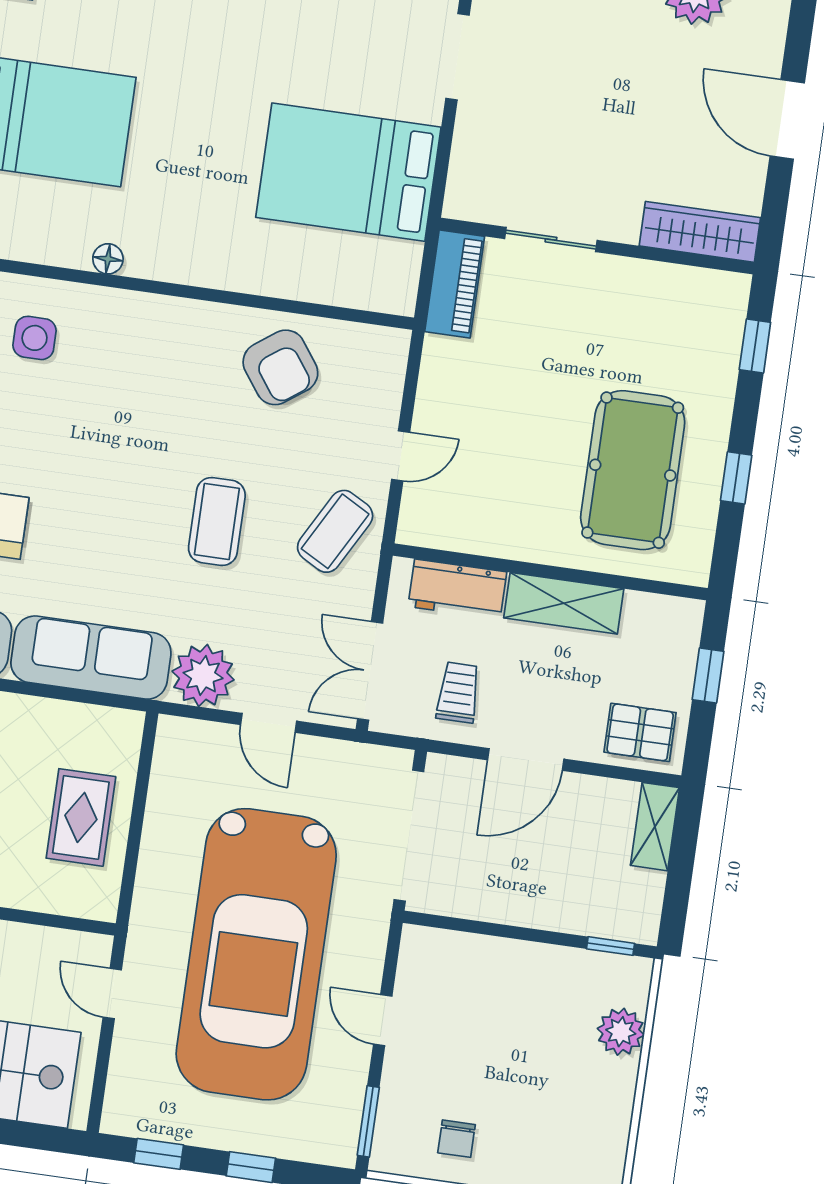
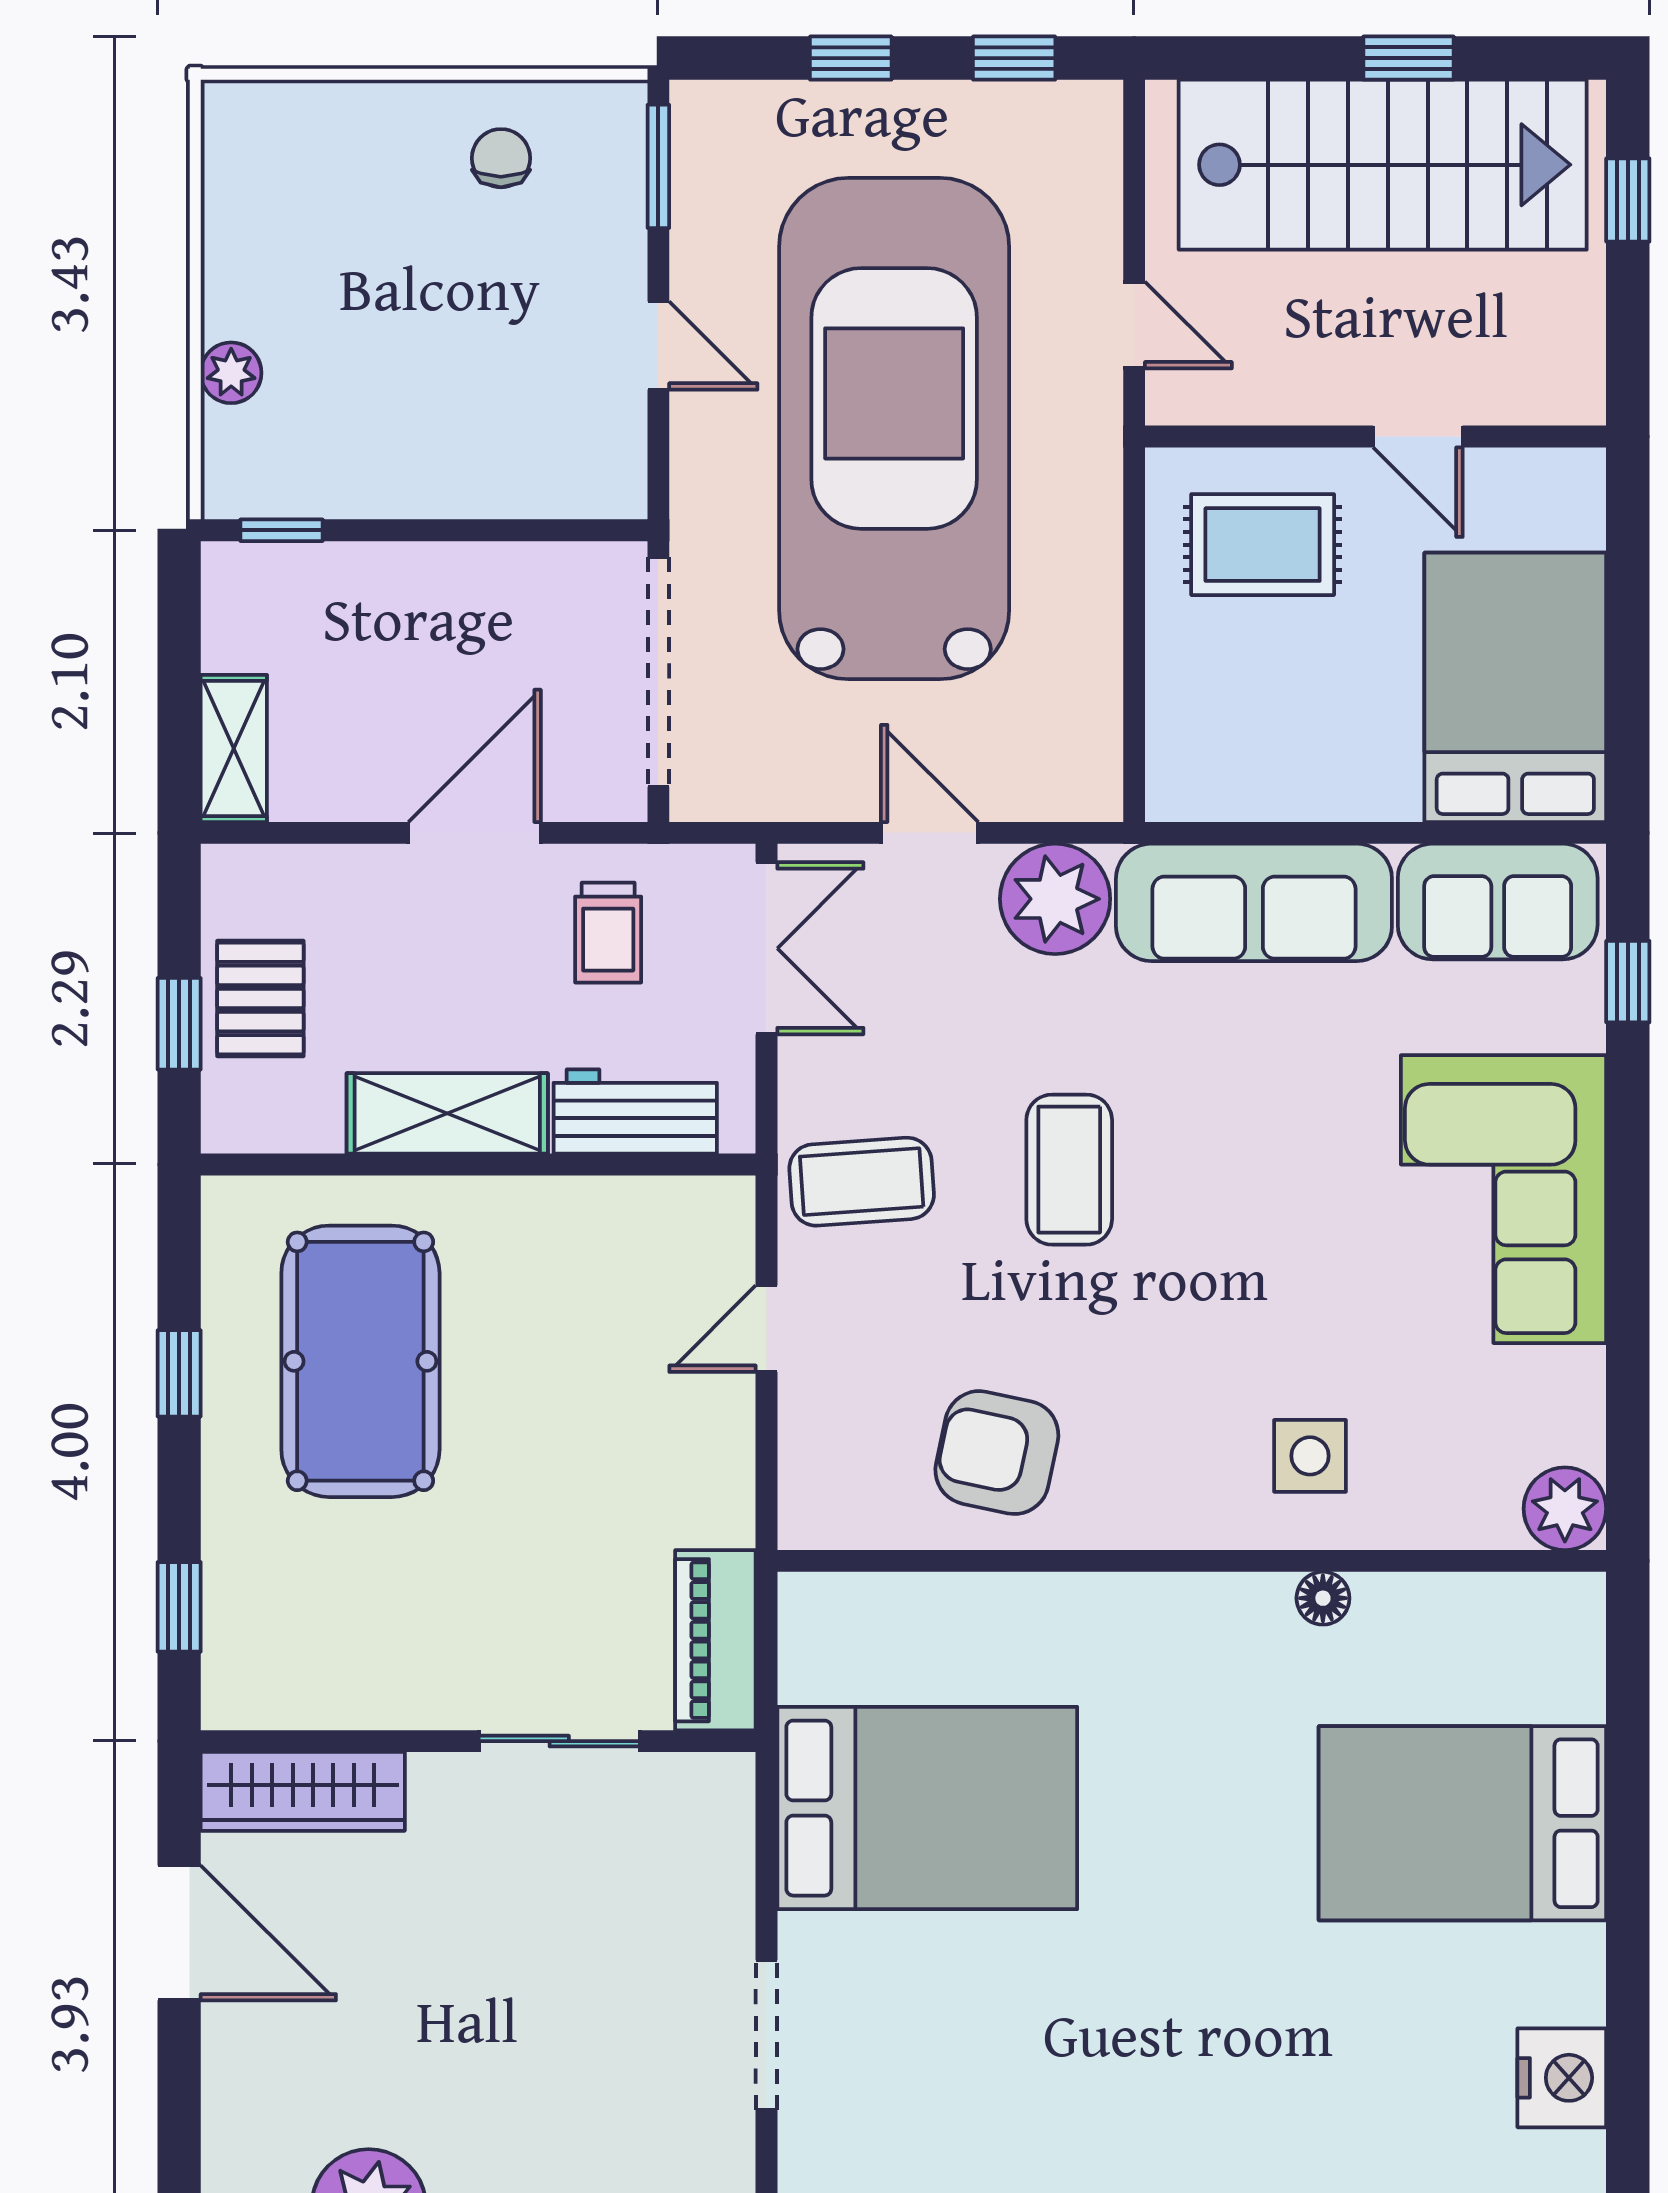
door: (787, 119) -> (179, 1933), moved
side table: (35, 338) -> (1310, 1456), moved
armchair: (280, 367) -> (997, 1453), turned -42
coffee table: (335, 531) -> (862, 1182), turned 57
pallet: (640, 732) -> (260, 999), moved, turned 90
rug: (81, 817) -> (1263, 545), moved, turned 90
plant: (621, 1032) -> (231, 373), width x0.73, depth x0.73

